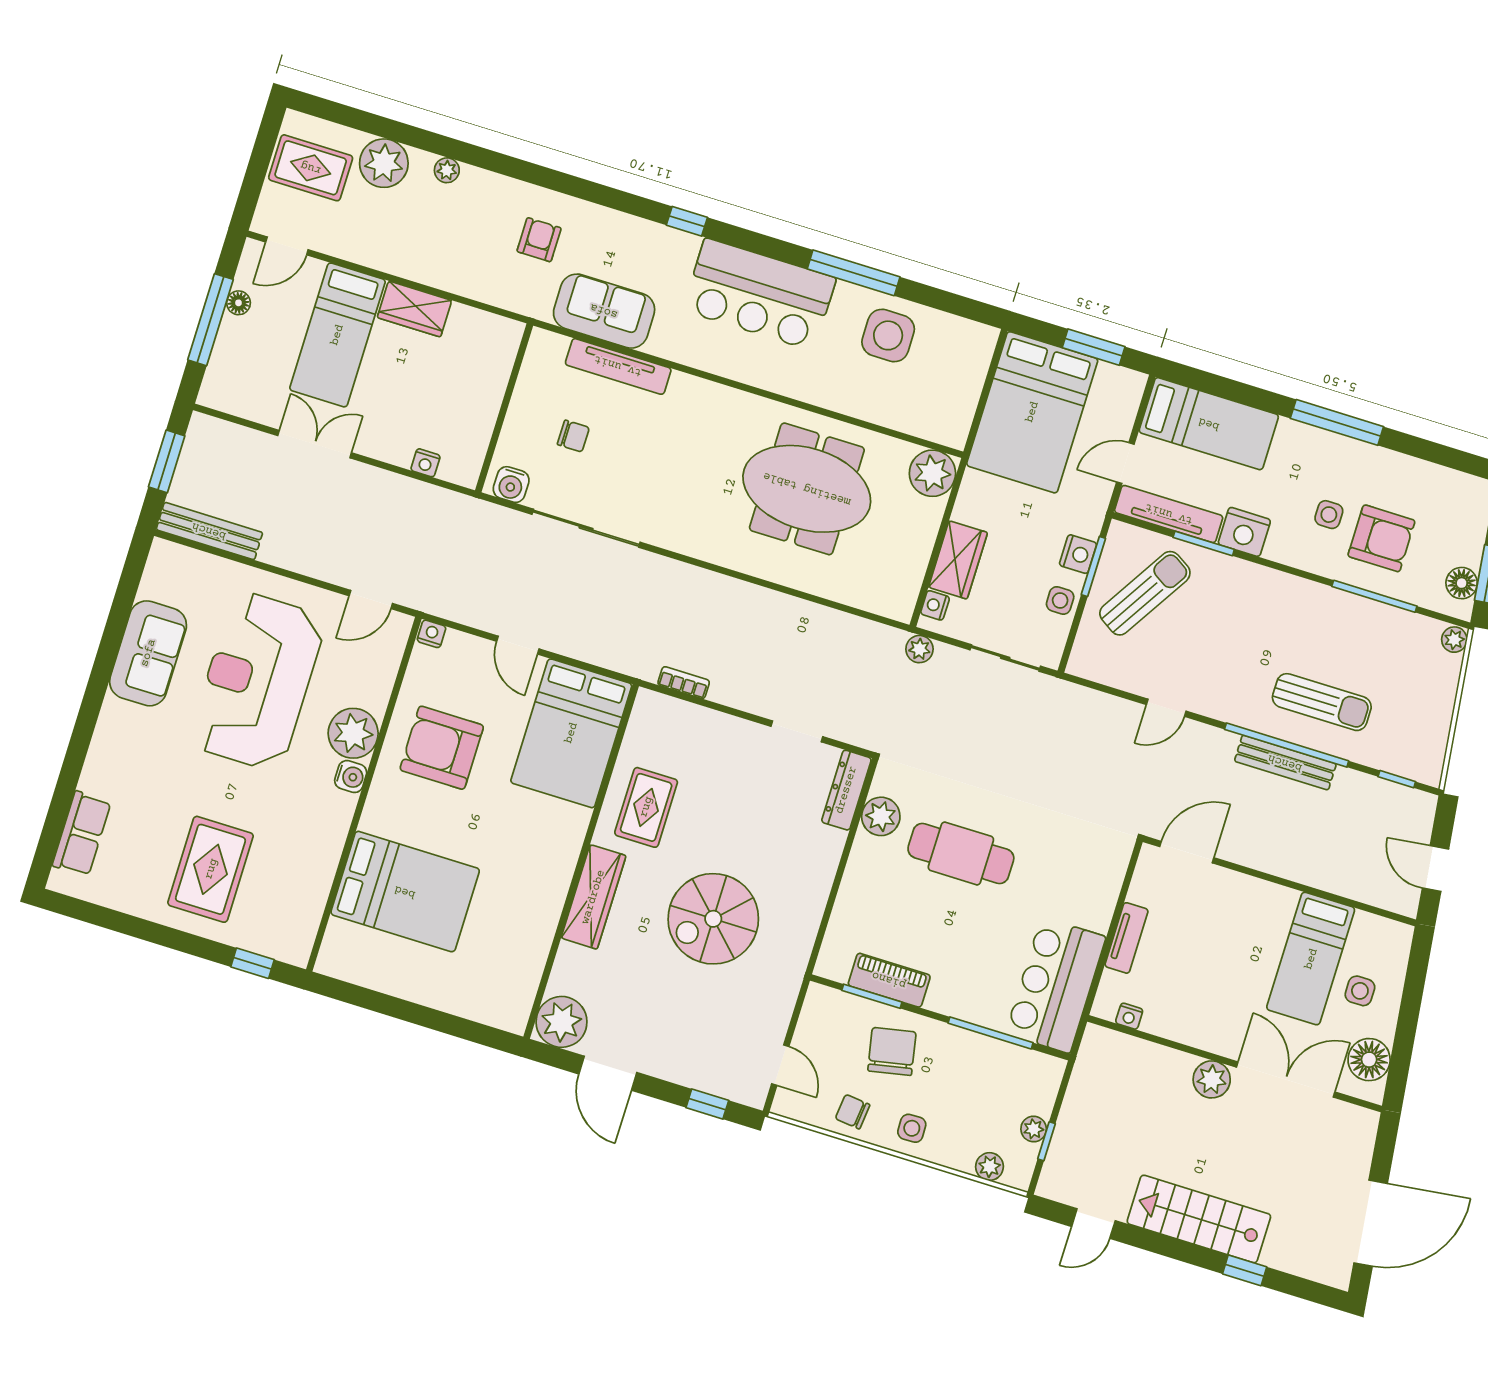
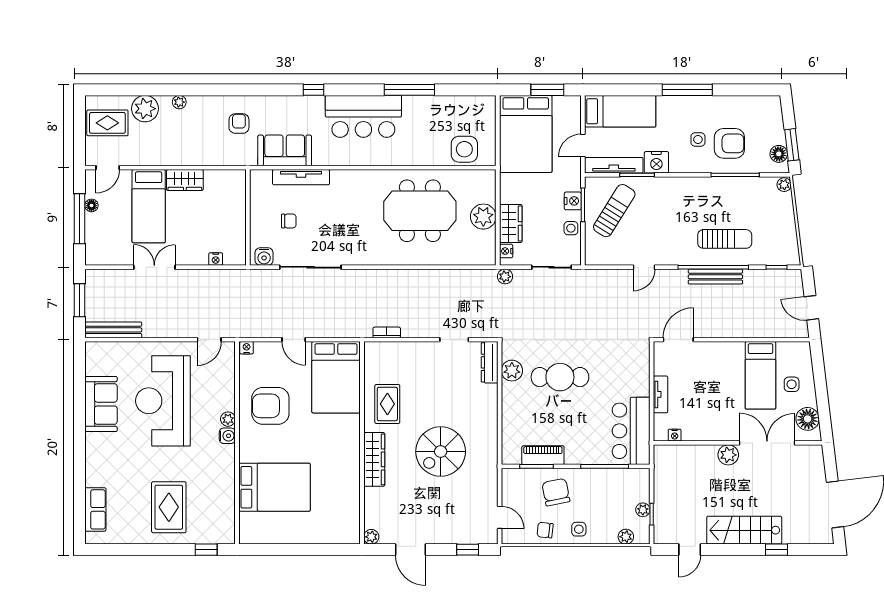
side table: (888, 335) -> (464, 149), moved
plant: (932, 473) -> (483, 217), moved
plant: (353, 733) -> (228, 419), width x0.53, depth x0.53
plant: (562, 1022) -> (371, 537), width x0.53, depth x0.53

